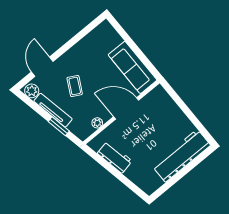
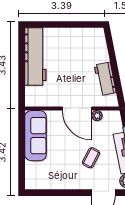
door: (126, 108) -> (77, 109), moved
workbench: (181, 156) -> (35, 56), moved, turned -90

